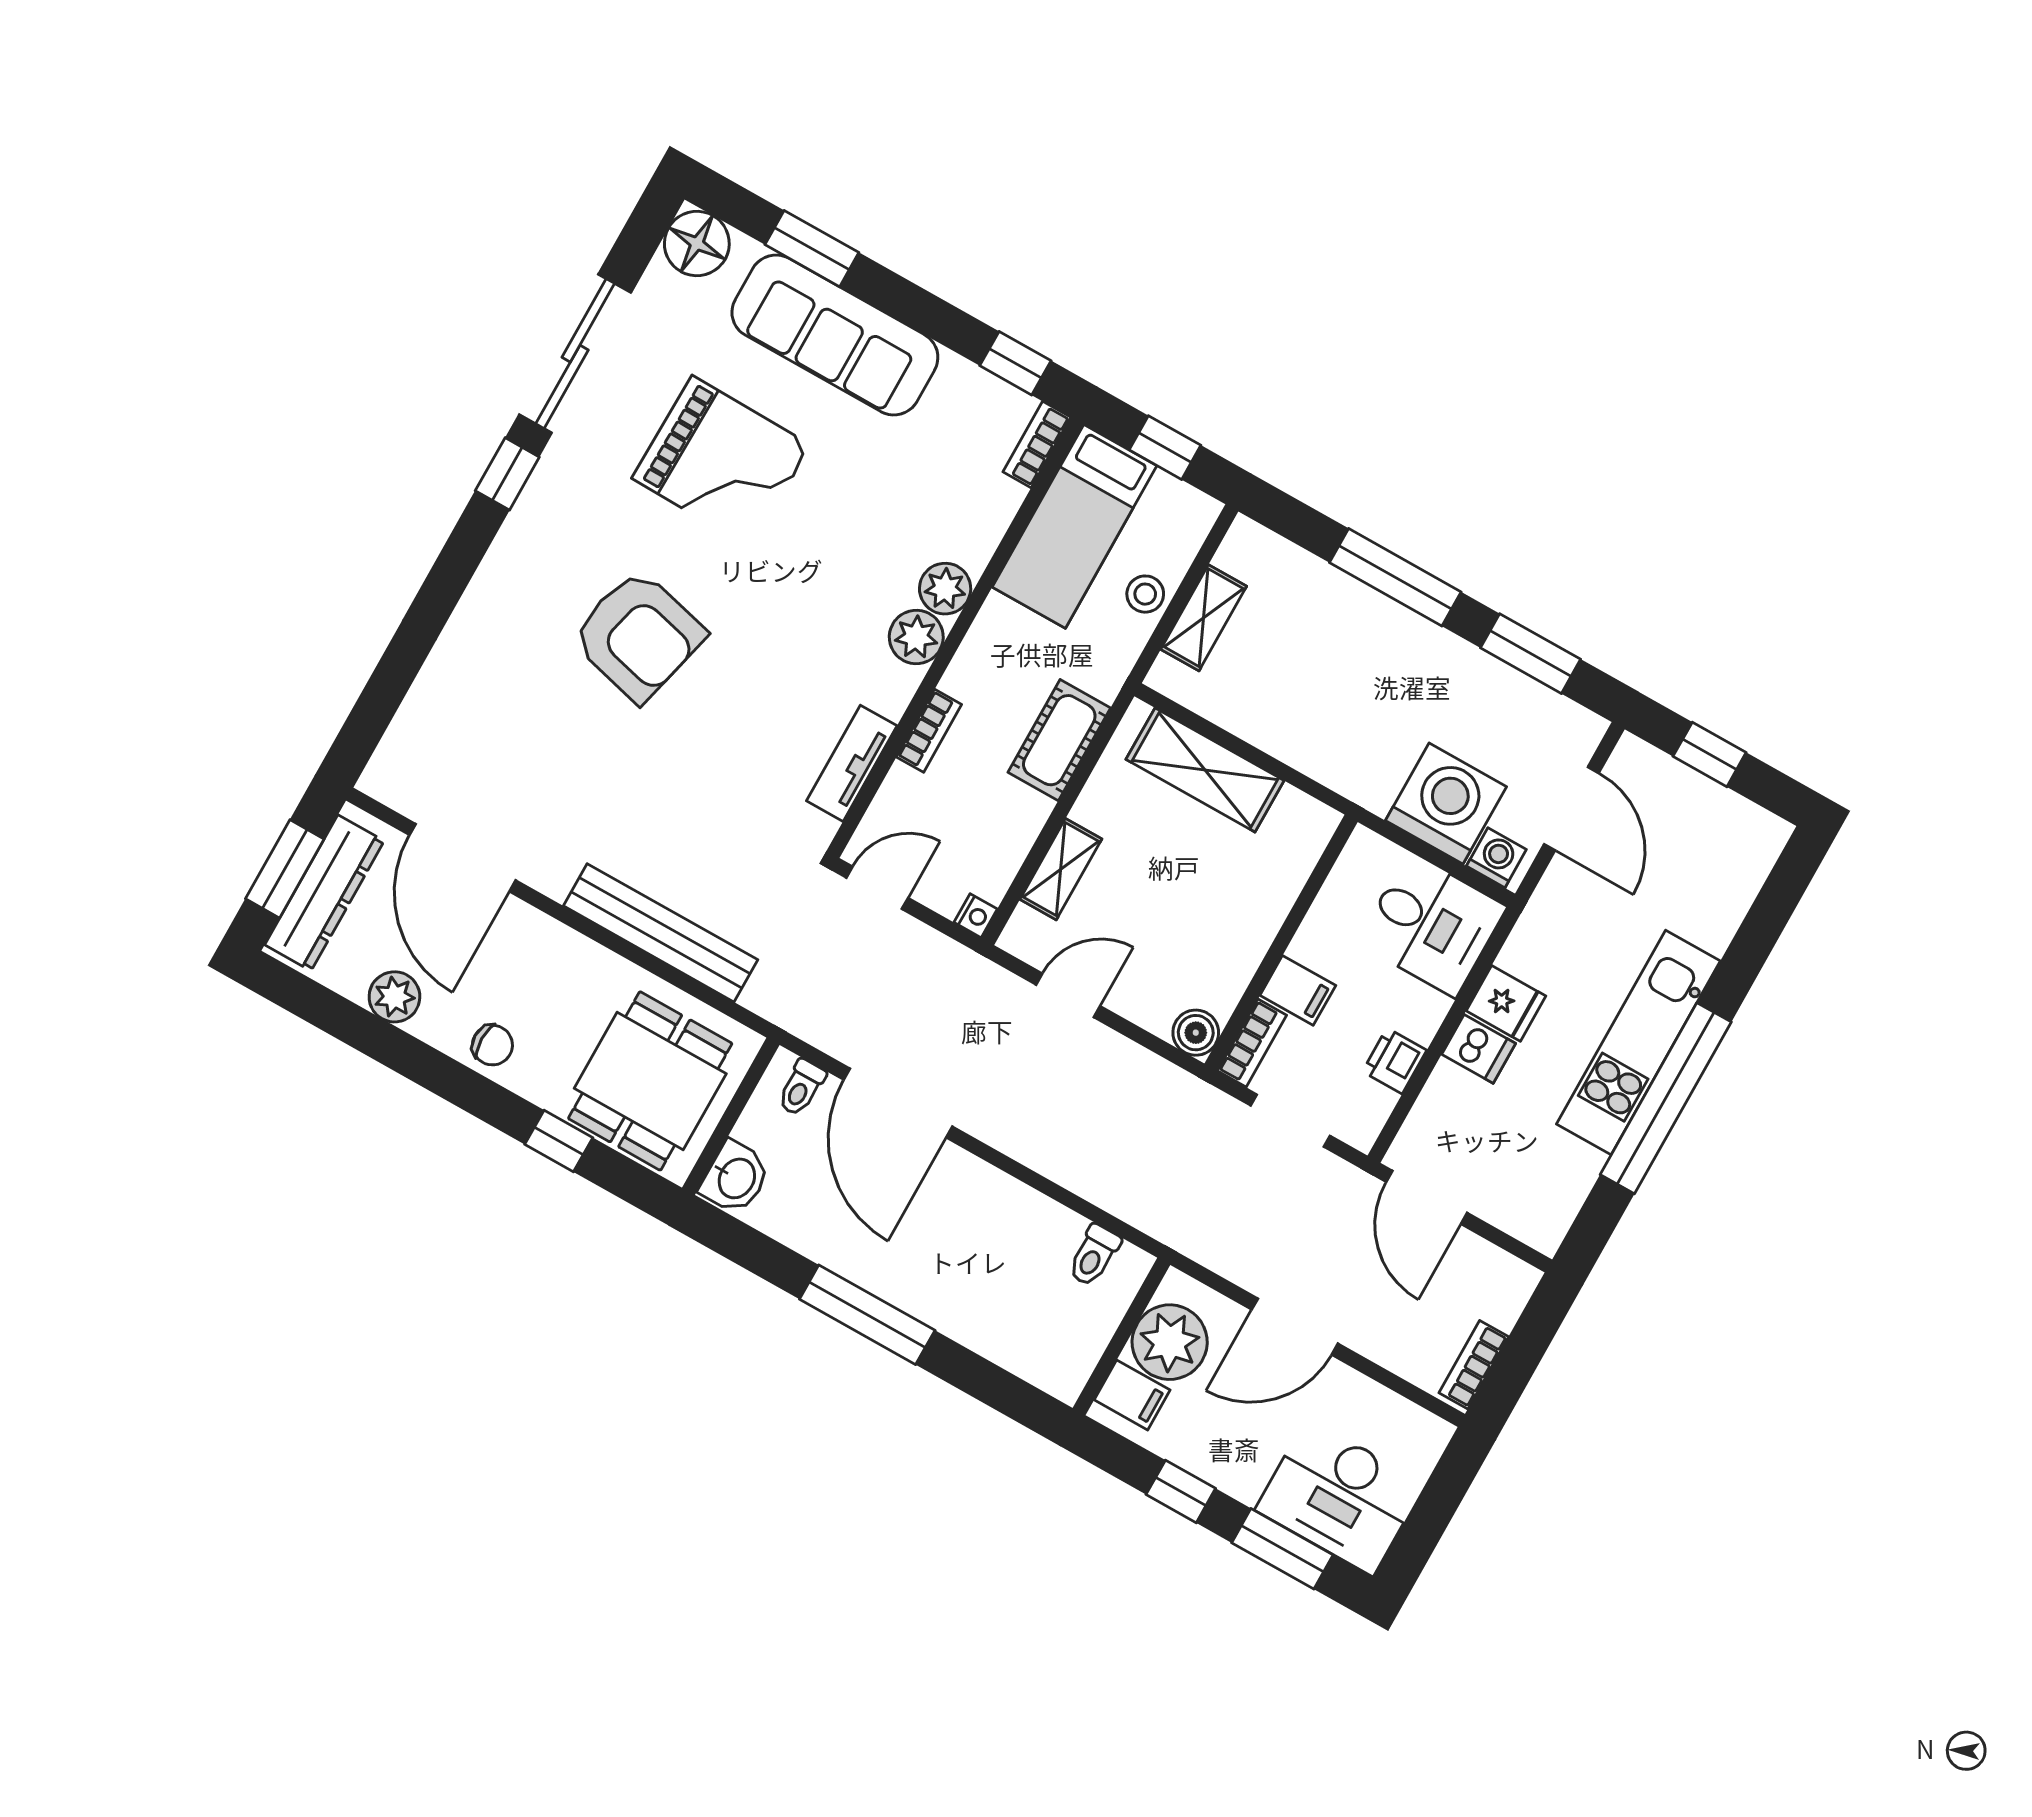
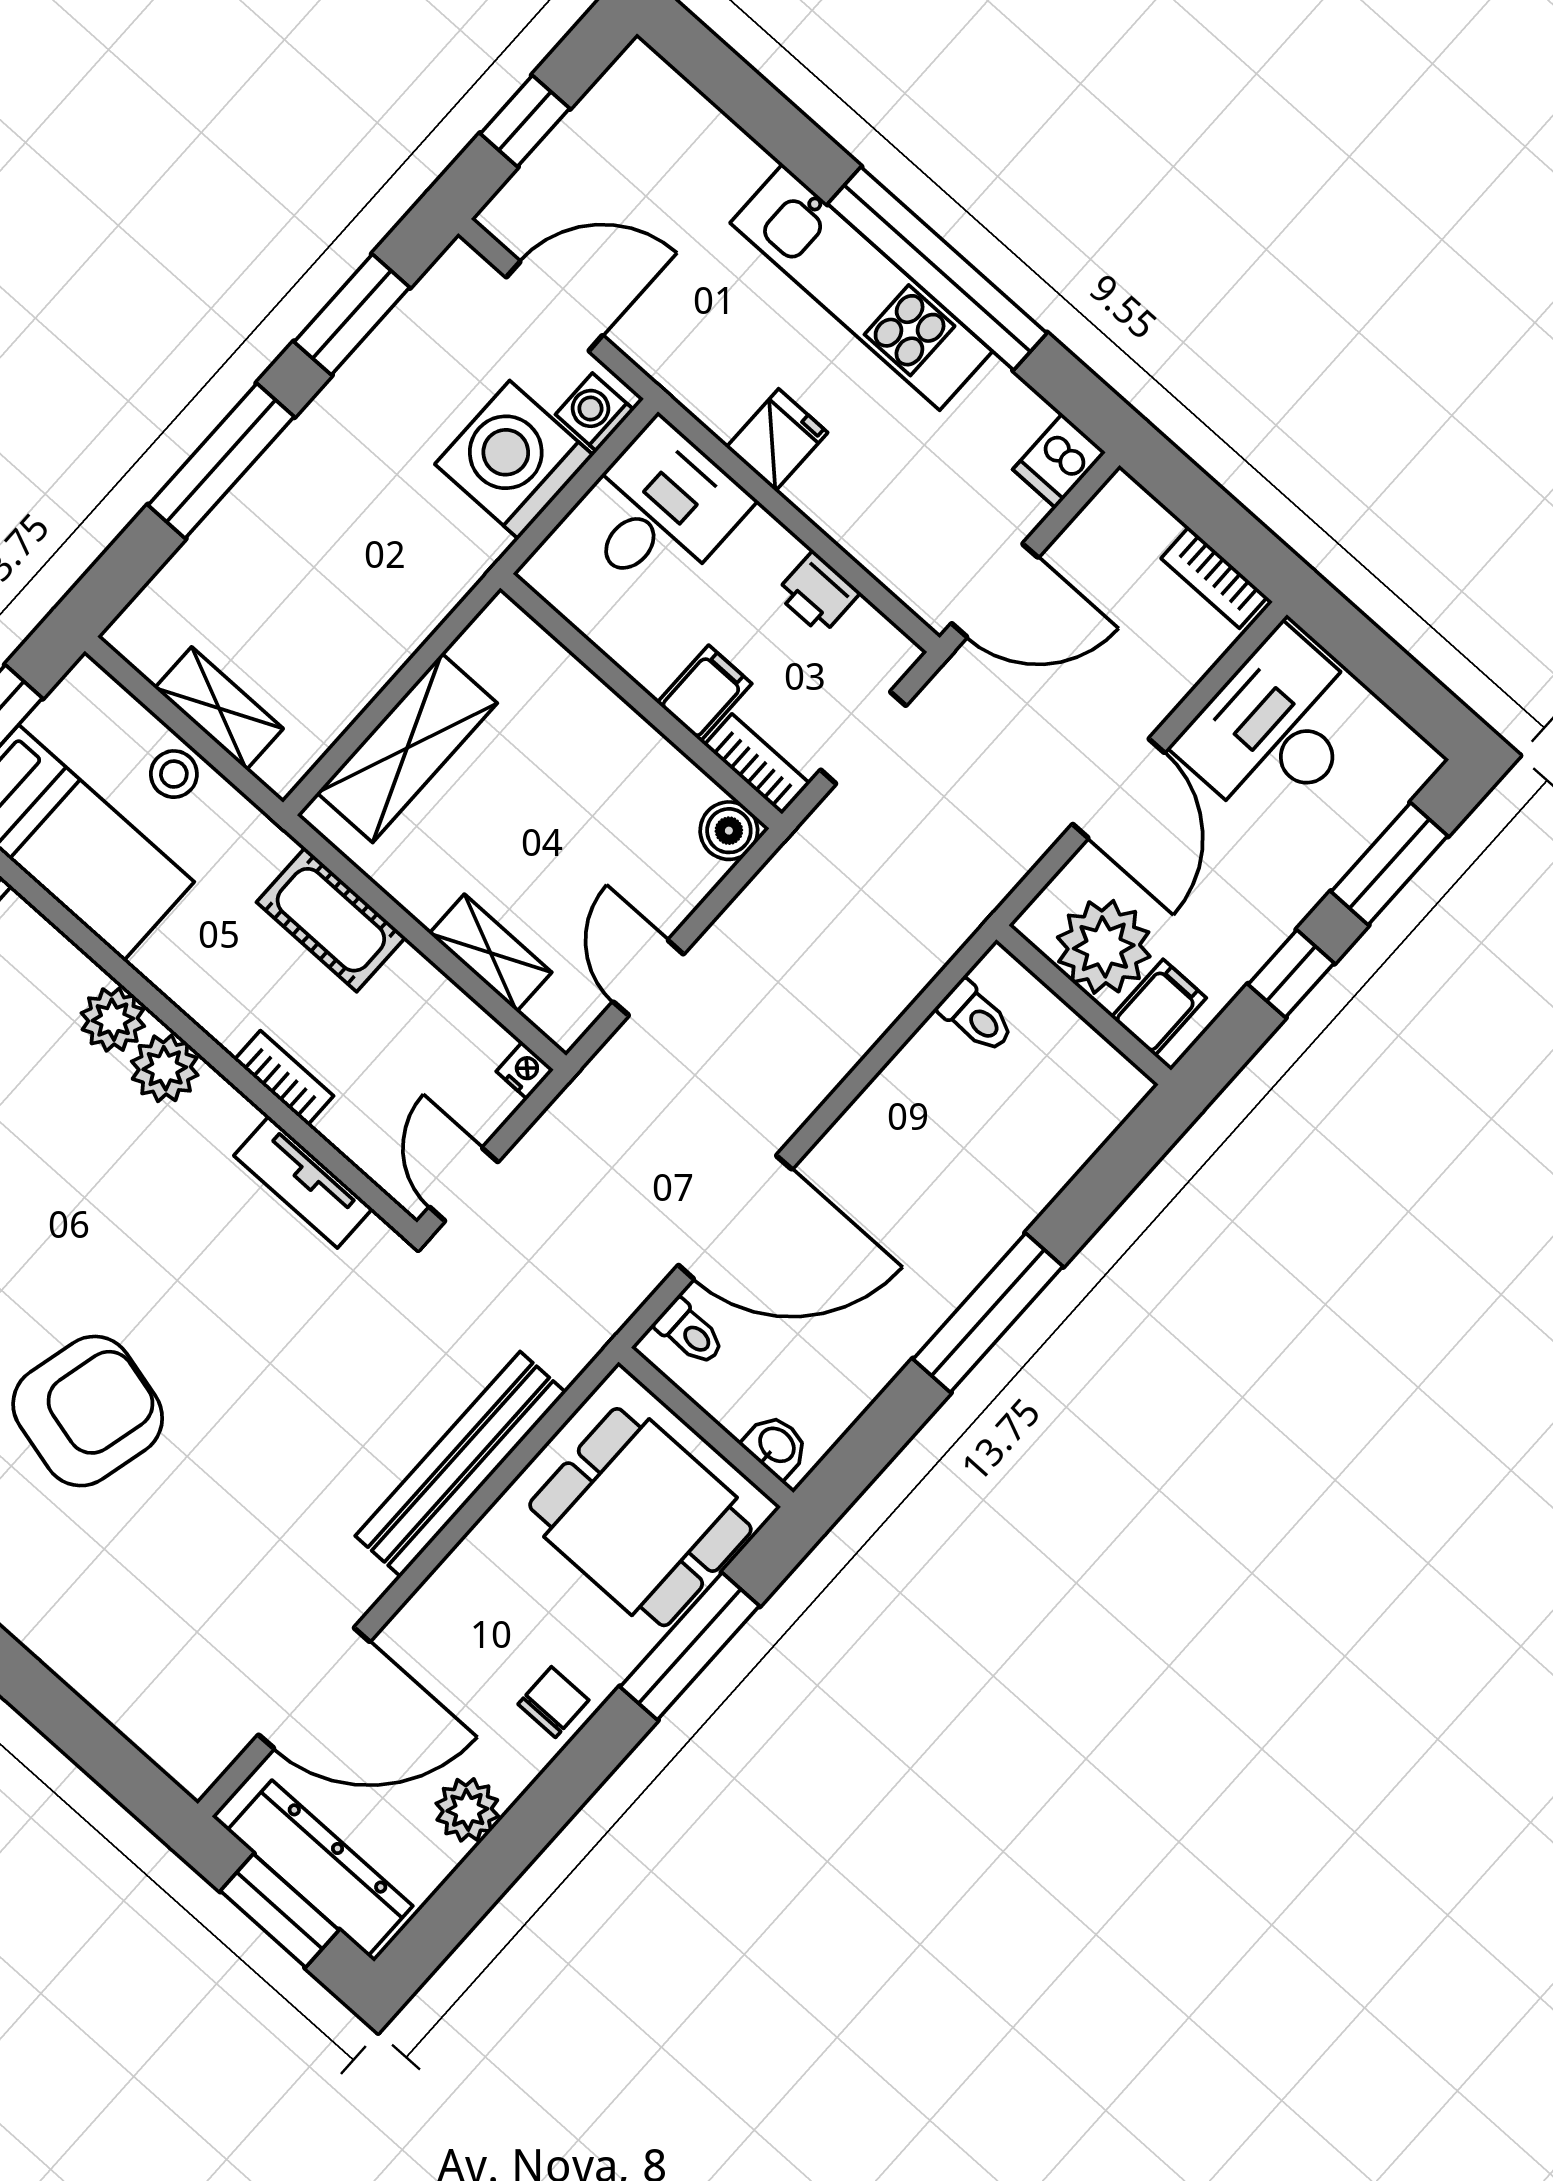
dishwasher: (1479, 1049) -> (1059, 461), moved, turned 180
window: (559, 1141) -> (690, 1646), width x2.17
washbasin: (735, 1178) -> (776, 1446), width x0.72, depth x0.69
desk: (1340, 1497) -> (1275, 729), moved, turned 180

